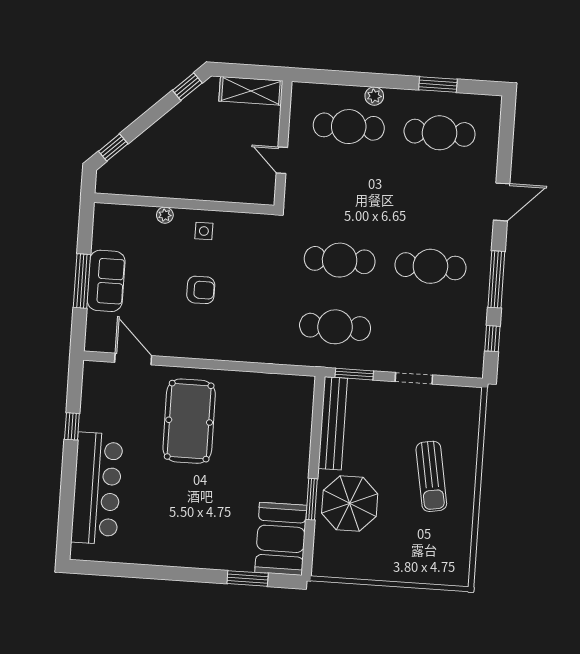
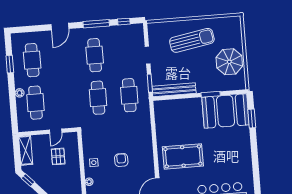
pallet: (228, 158) -> (58, 156), added
door: (502, 202) -> (60, 27), swing flipped
sun lounger: (431, 476) -> (192, 40), width x1.36, depth x1.34
parasol: (350, 503) -> (229, 62), moved
booth: (281, 539) -> (226, 111), width x1.36, depth x1.42

